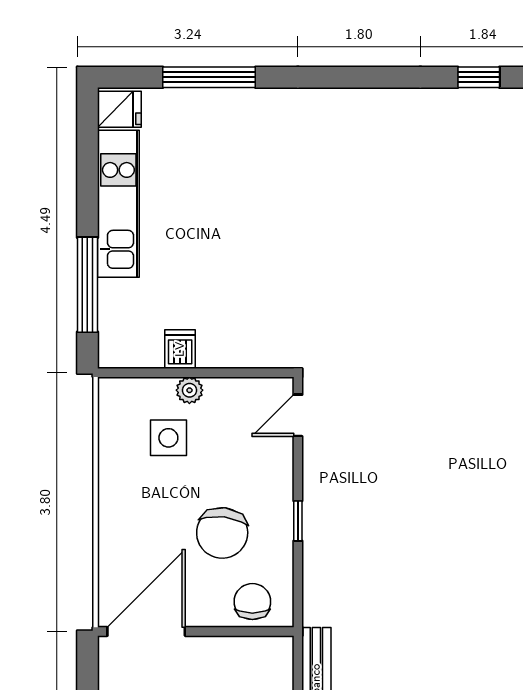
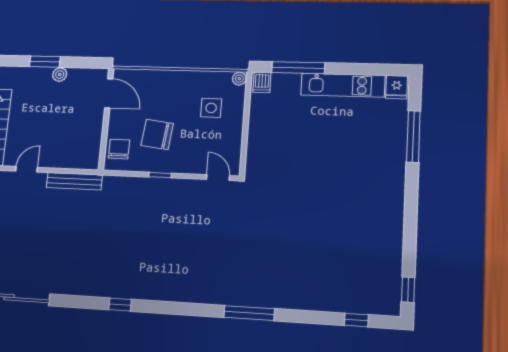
dishwasher: (180, 349) -> (262, 82), moved, turned 90
plant: (189, 390) -> (239, 79), moved
chair: (252, 602) -> (119, 149), turned -90
door: (146, 631) -> (109, 93), width x0.73

